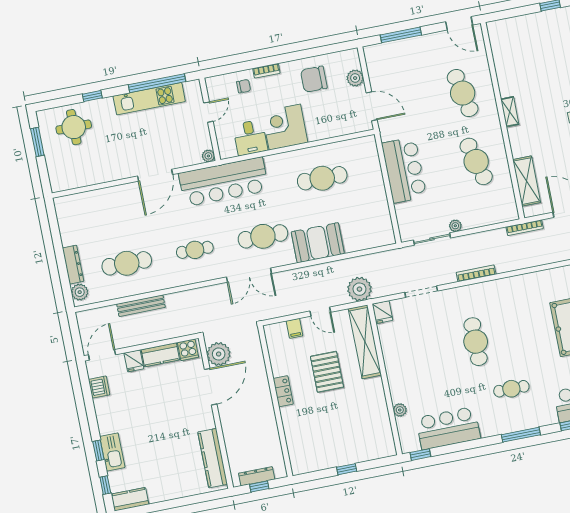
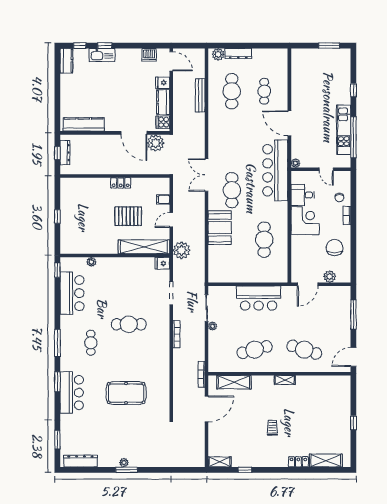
cafe table: (463, 93) -> (304, 350), turned 30
round table: (74, 127) -> (334, 73), removed
cafe table: (195, 250) -> (264, 91), moved

